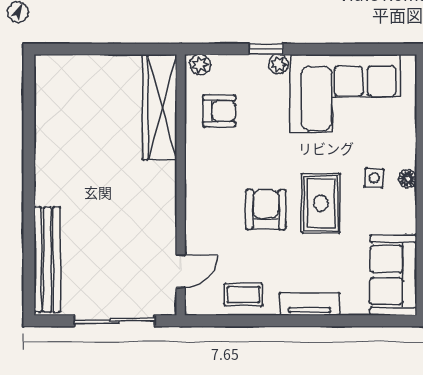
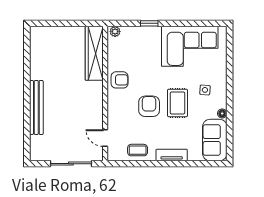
plant: (278, 64) -> (156, 31), removed
armchair: (219, 111) -> (120, 80), moved
floor lamp: (408, 179) -> (222, 113), moved
bench: (47, 260) -> (36, 107), moved
door: (181, 271) -> (105, 138), swing flipped

